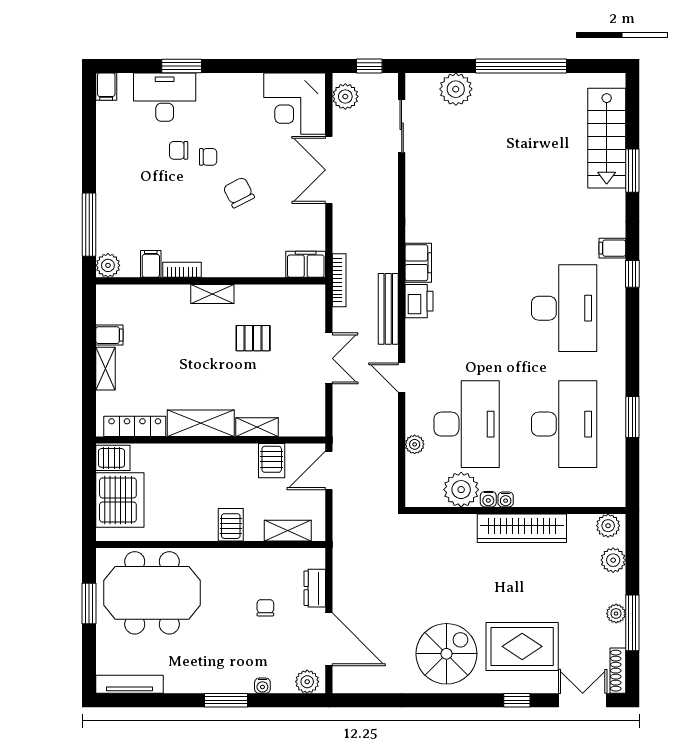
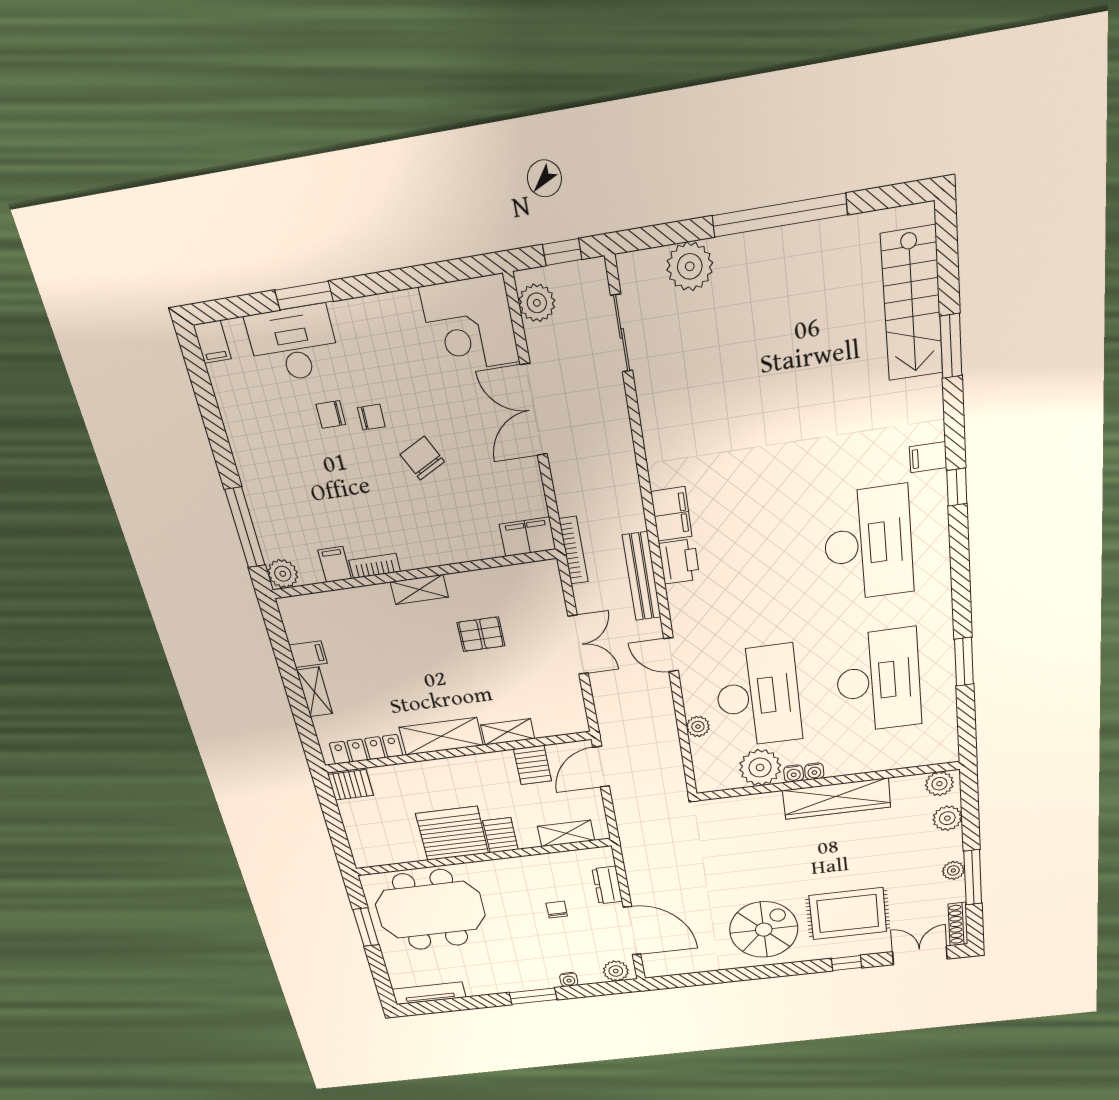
server rack: (120, 500) -> (452, 833), moved, turned -90

